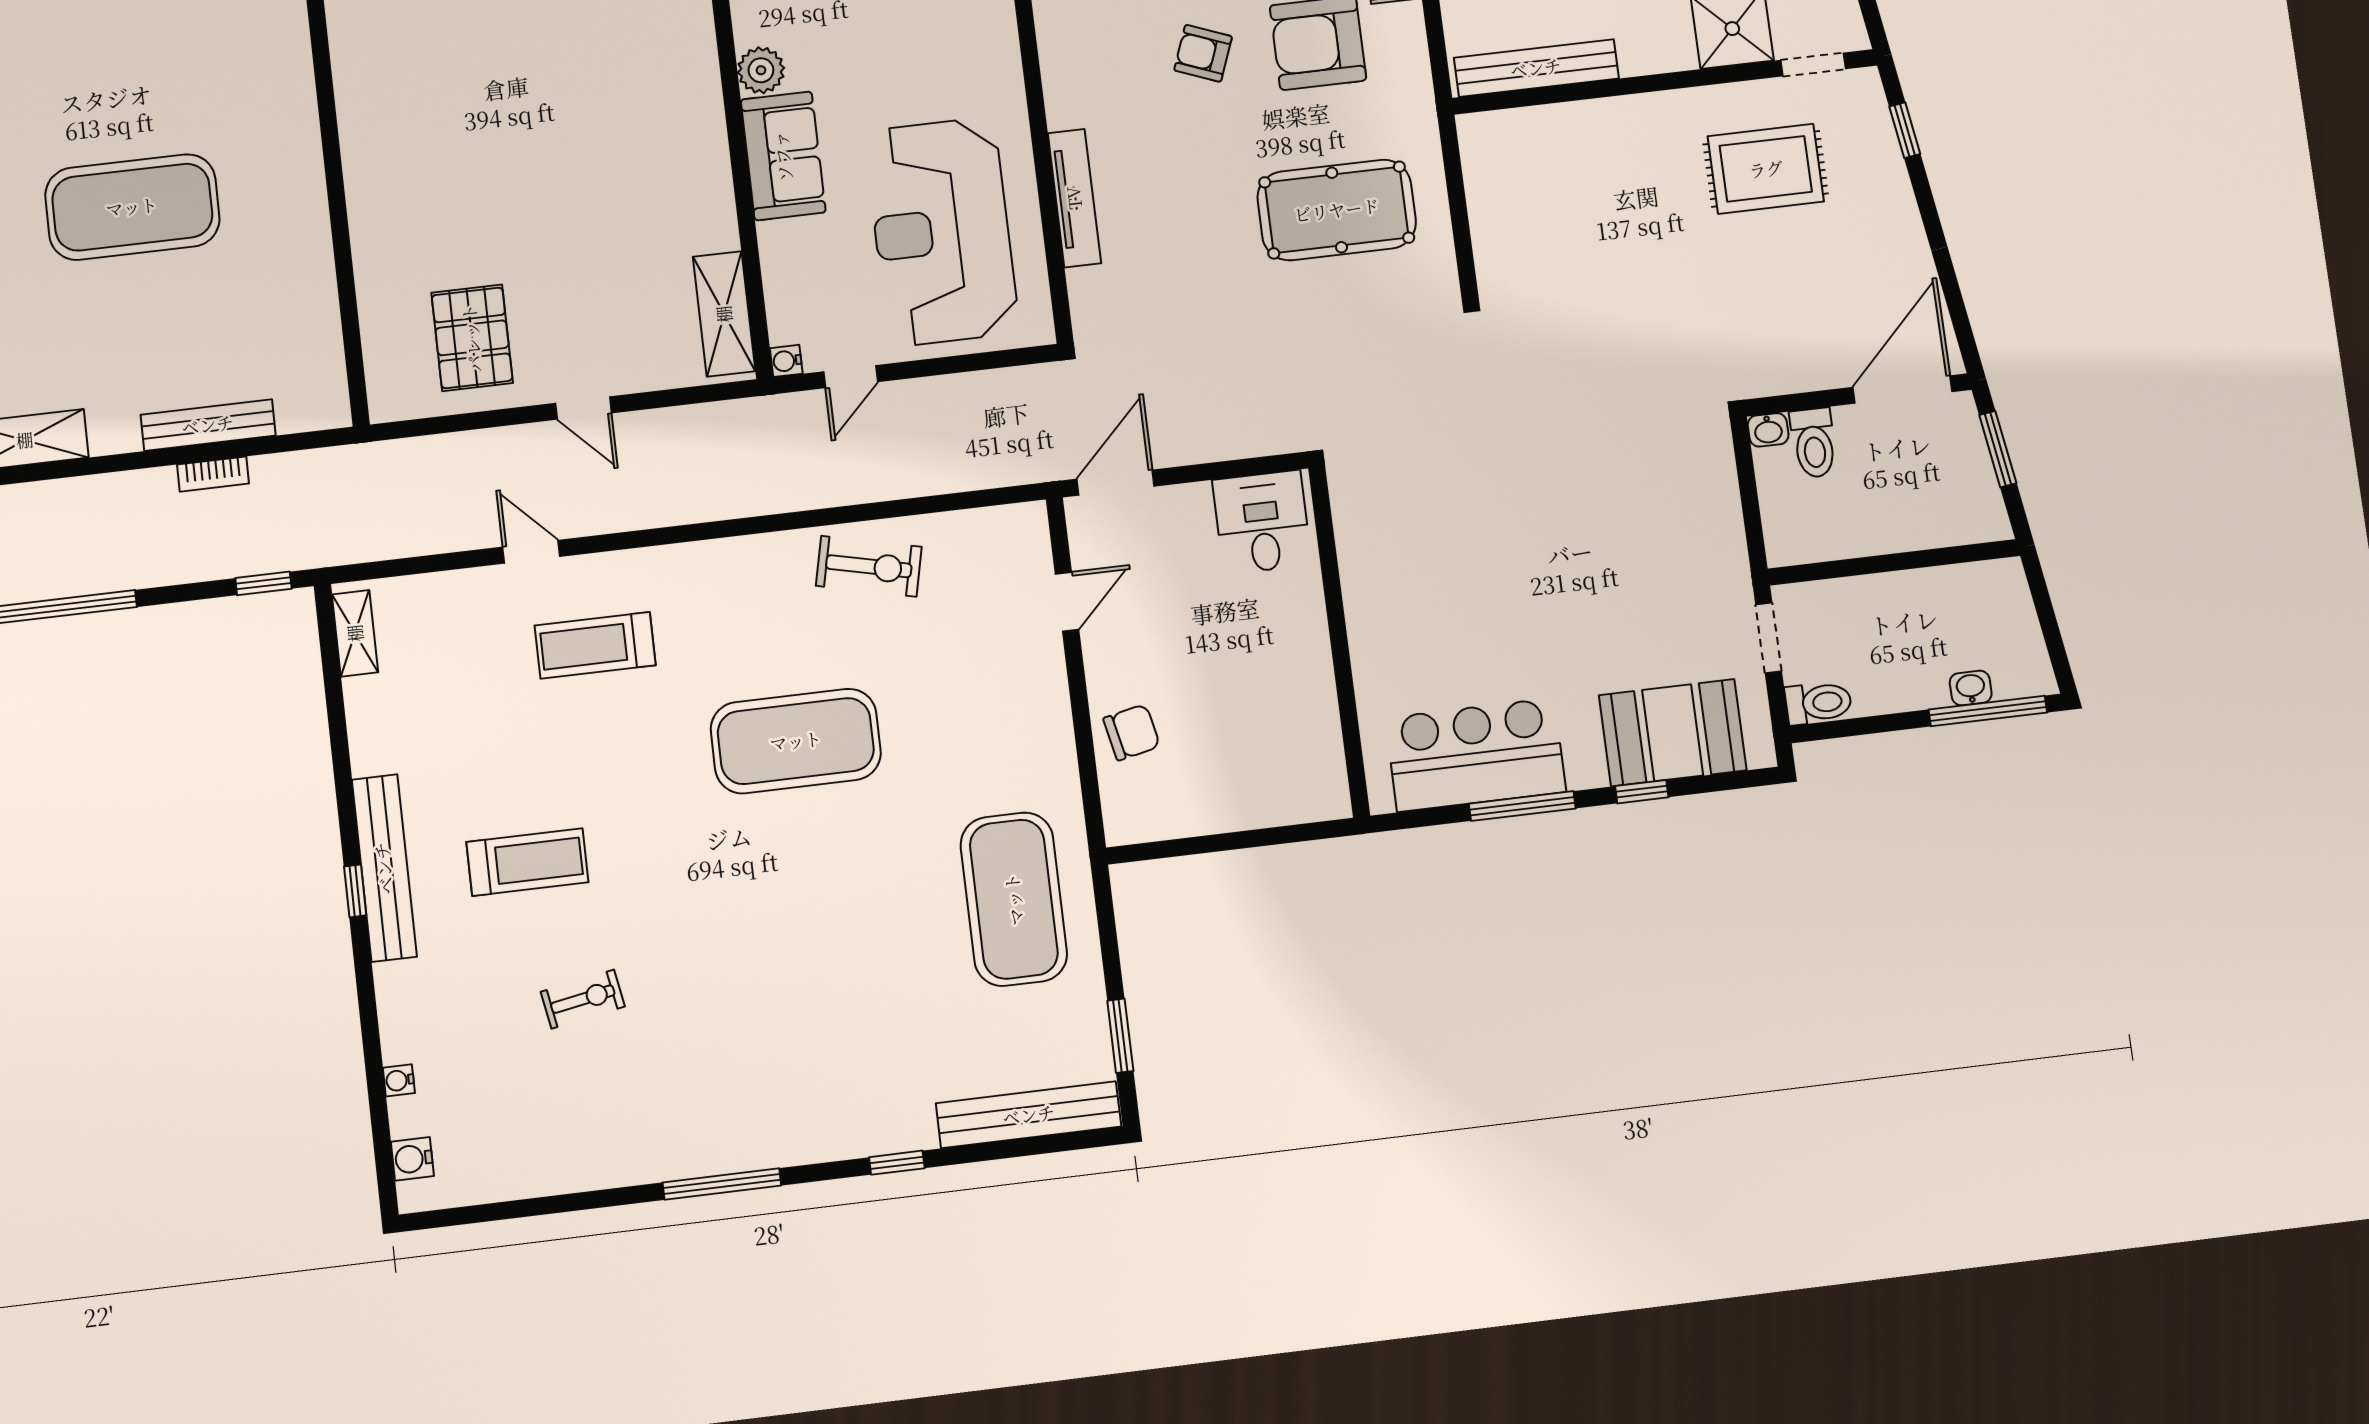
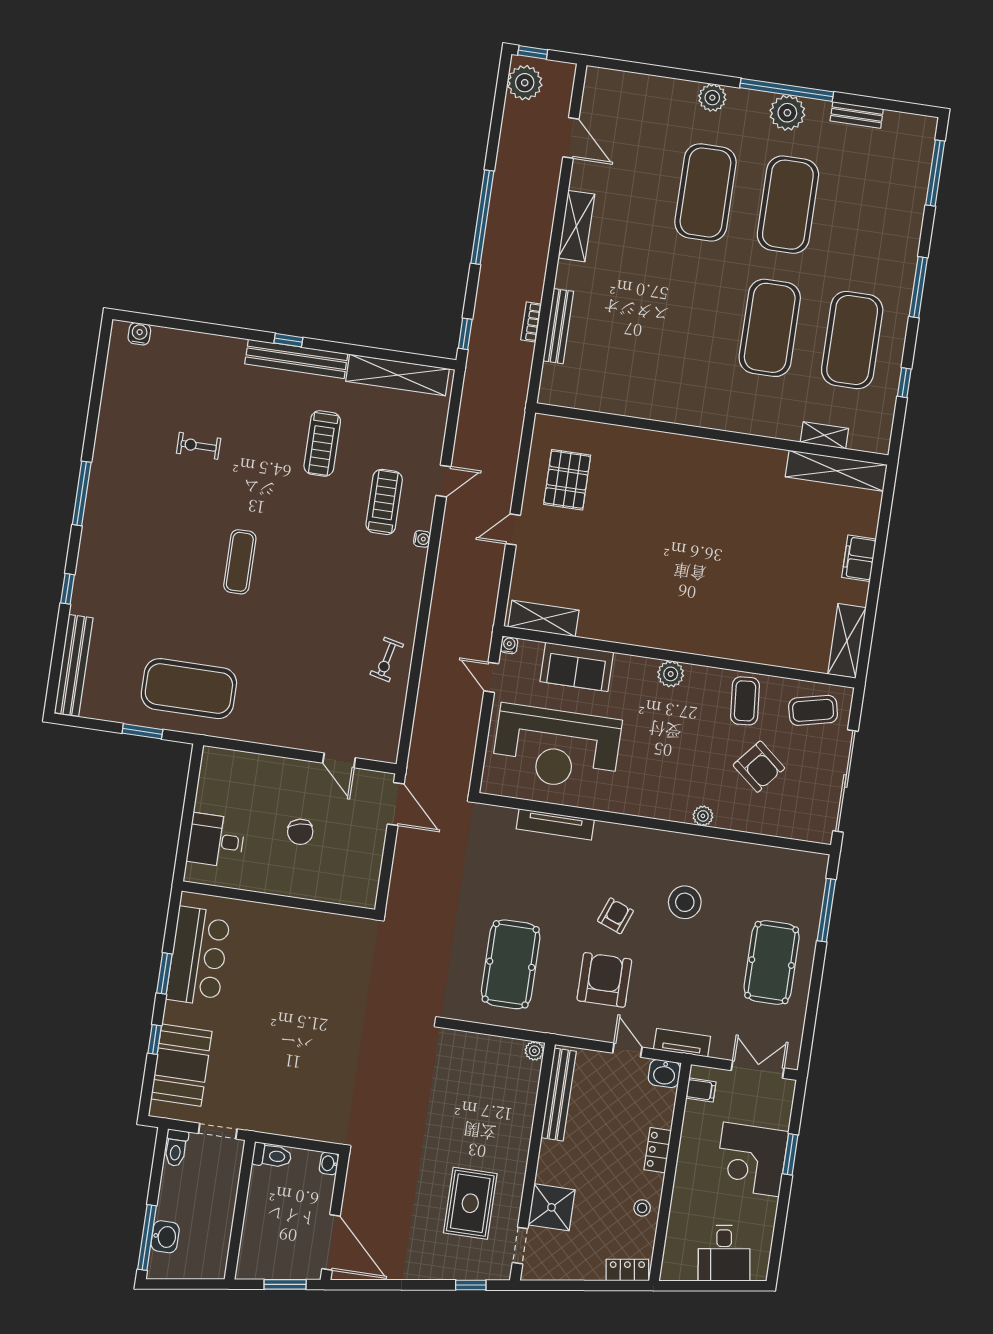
plant: (1473, 129) -> (534, 1051), added
sofa: (783, 156) -> (577, 667), moved
exercise mat: (132, 207) -> (770, 328), moved
reception desk: (942, 232) -> (556, 748), turned 180
pallet: (472, 338) -> (567, 480), turned 90
toilet: (1814, 443) -> (272, 1156), moved, turned 180
desk: (1262, 522) -> (216, 840), moved, turned 180
exercise bike: (869, 566) -> (387, 659), width x0.73, depth x0.72
shelving: (355, 633) -> (398, 375), width x2.20, depth x1.33
washbasin: (1971, 688) -> (165, 1237), width x1.38, depth x1.45
chair: (1132, 732) -> (300, 832), moved
exercise mat: (796, 741) -> (240, 562), moved, width x0.50, depth x0.69
window: (1522, 806) -> (164, 973), width x0.69
treadmill: (527, 862) -> (322, 443), moved
exercise bike: (583, 999) -> (199, 446), turned 100
window: (1120, 1036) -> (142, 731), moved
water cooler: (399, 1080) -> (422, 539), moved, turned 90

